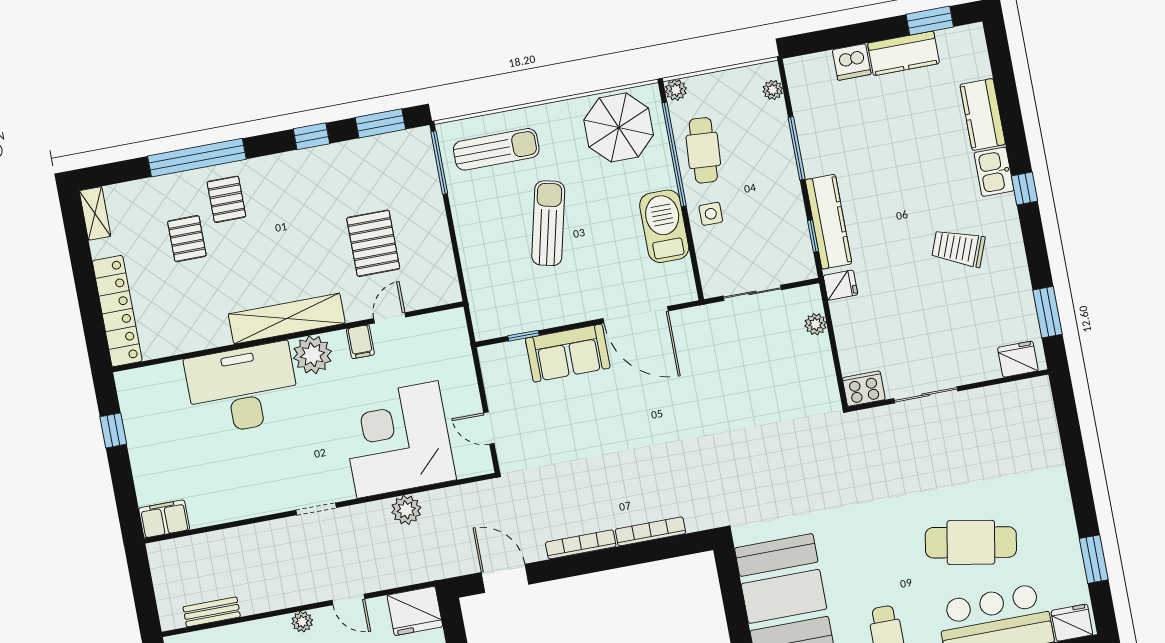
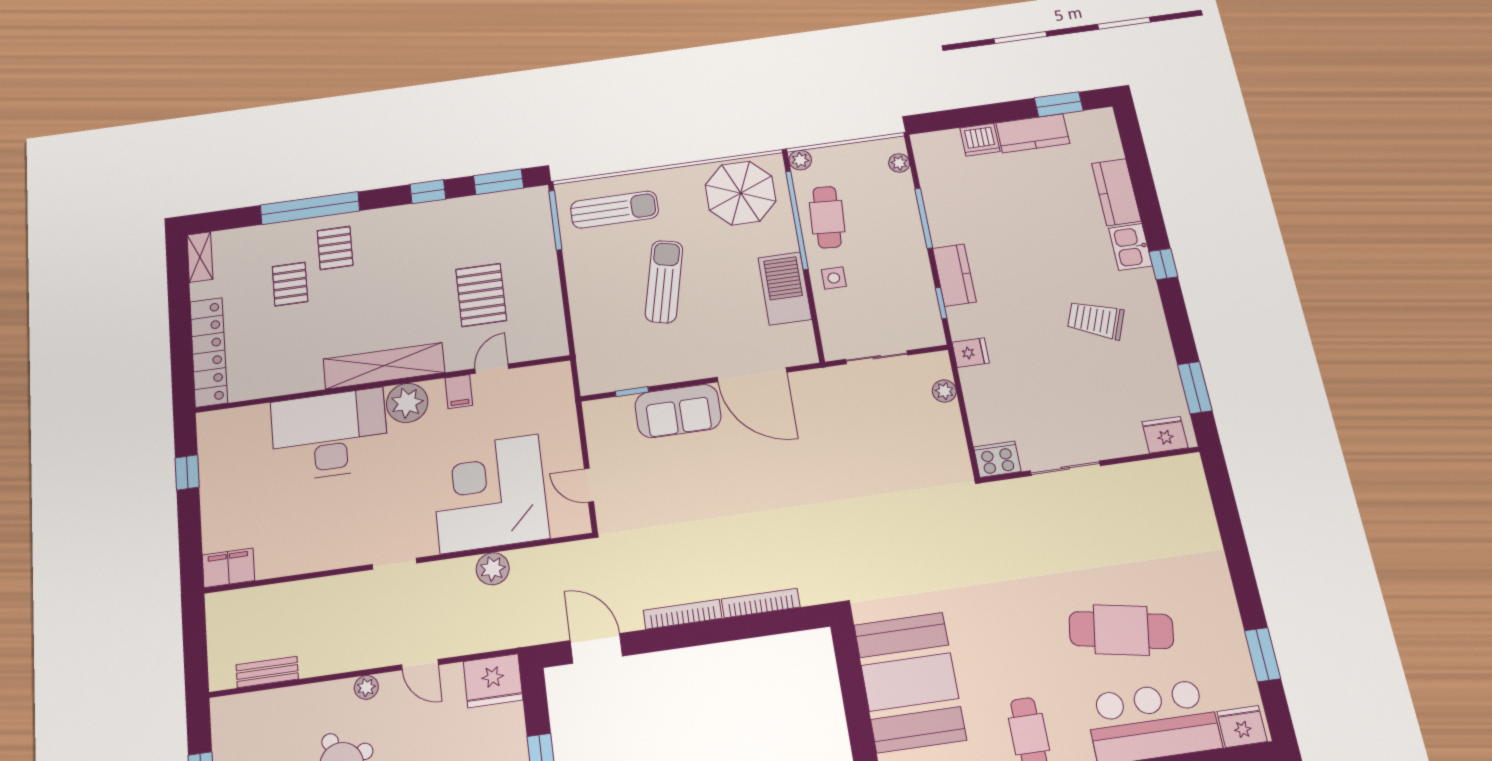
kitchen counter: (829, 222) -> (954, 275), width x0.67

